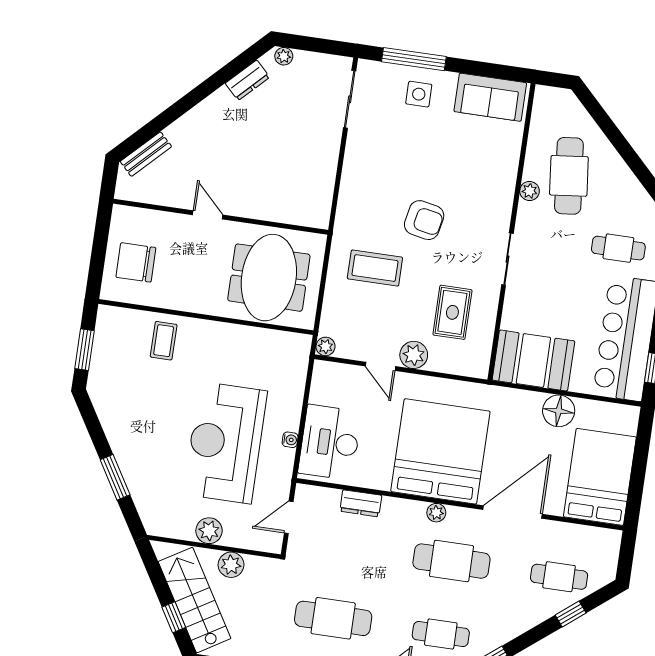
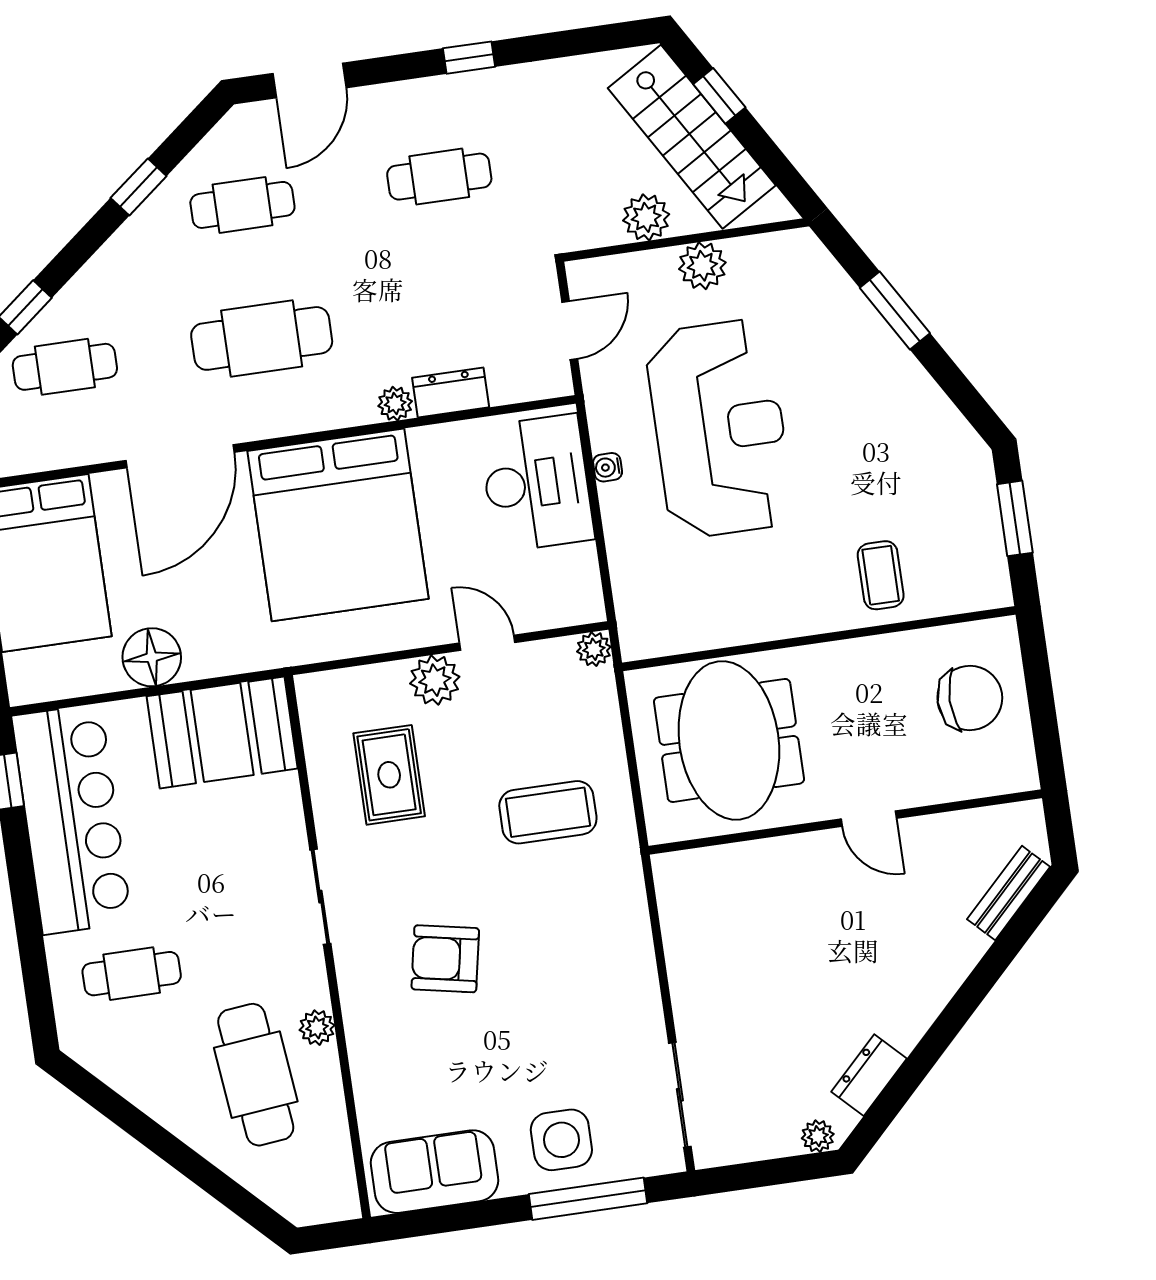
side table: (419, 94) -> (561, 1140), width x1.37, depth x1.37
armchair: (424, 220) -> (445, 959), moved
plant: (436, 513) -> (395, 404), moved
cafe table: (333, 618) -> (439, 177), width x0.73, depth x0.74

